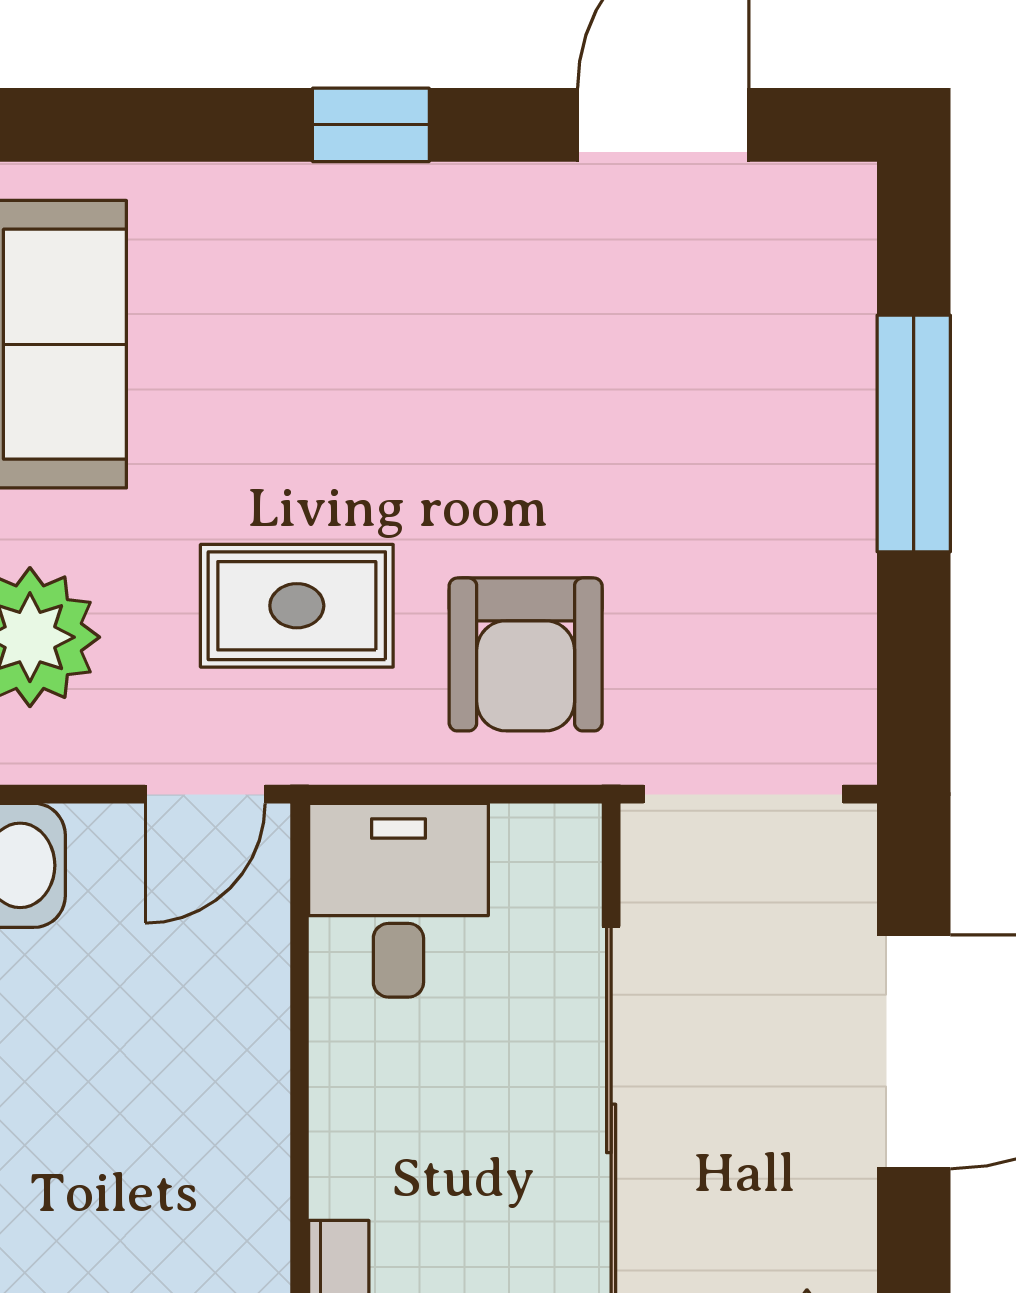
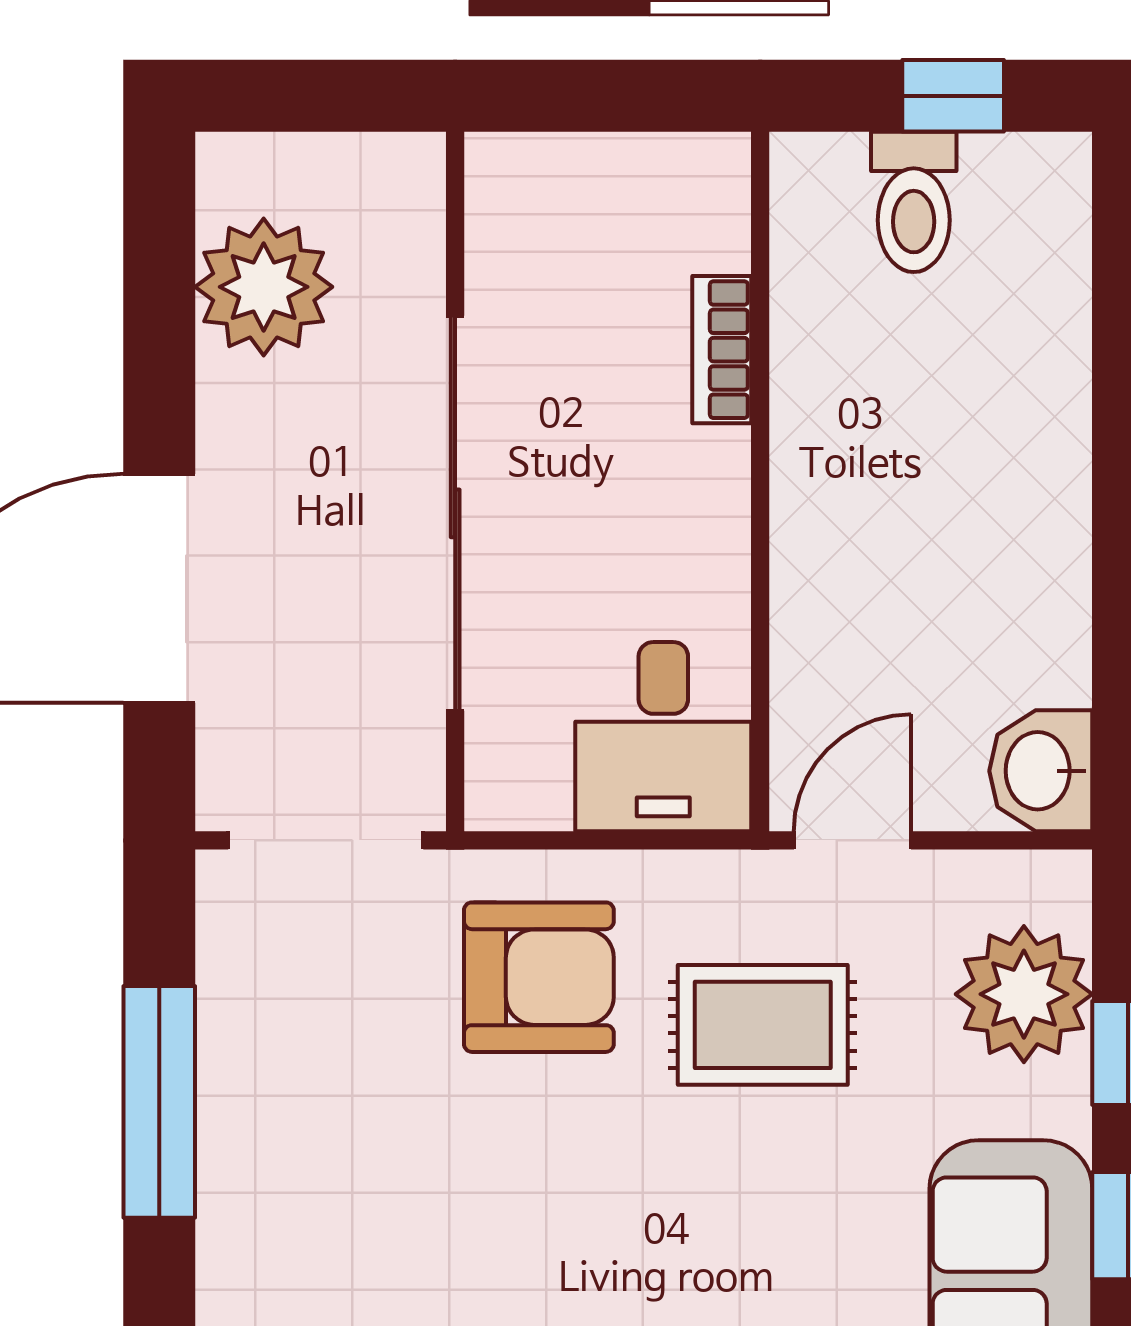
window: (914, 433) -> (159, 1102), moved
armchair: (526, 654) -> (539, 977), turned 90

